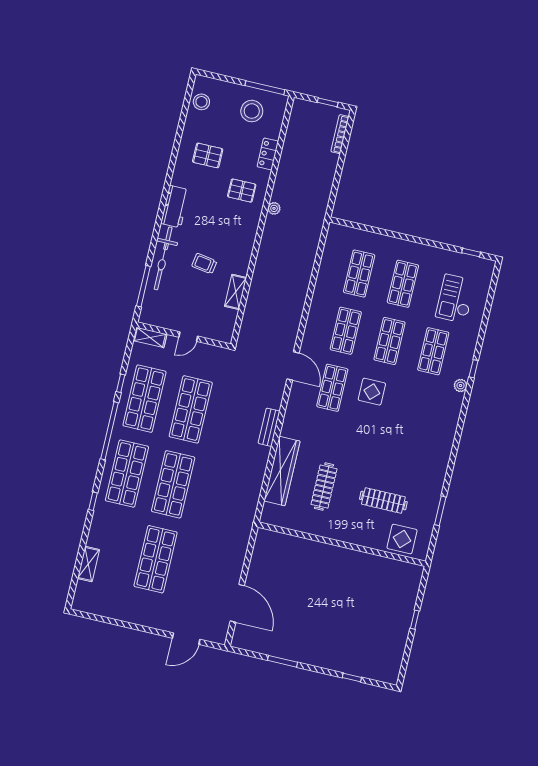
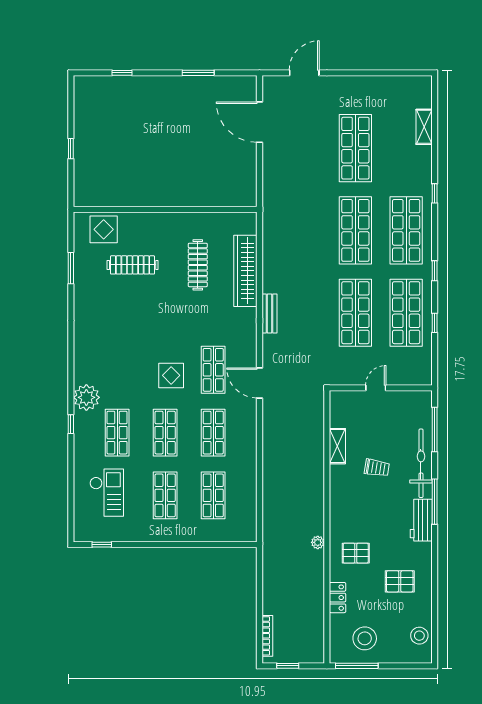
window: (159, 221) -> (435, 502), added
shelving: (150, 337) -> (415, 378), removed
plant: (460, 385) -> (86, 397), width x1.88, depth x1.88
window: (110, 431) -> (435, 271), width x0.32

